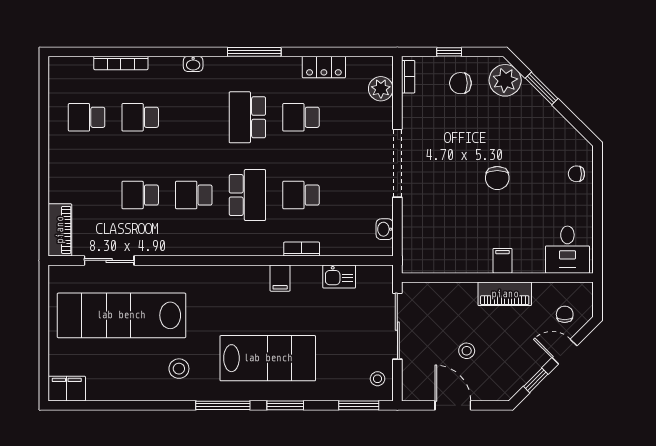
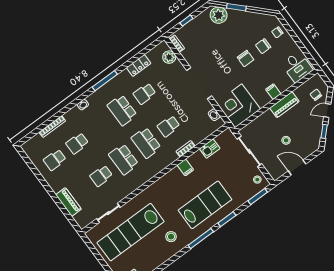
chair: (460, 83) -> (263, 46), moved
school desk: (194, 195) -> (124, 159), width x1.85
school desk: (247, 195) -> (146, 143), turned 180
piano: (60, 230) -> (68, 202), moved
corner desk: (432, 243) -> (238, 106), added

